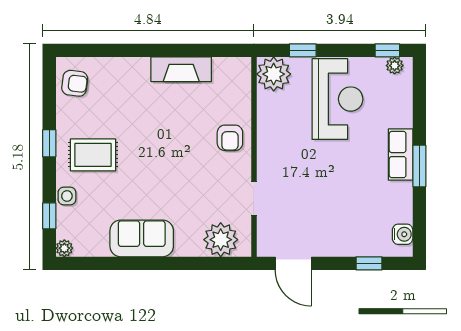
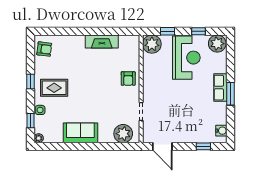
window: (387, 50) -> (198, 31), moved
plant: (395, 66) -> (217, 44), width x1.87, depth x1.87

